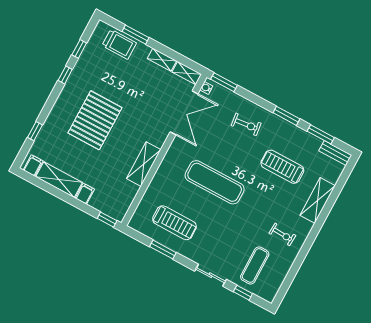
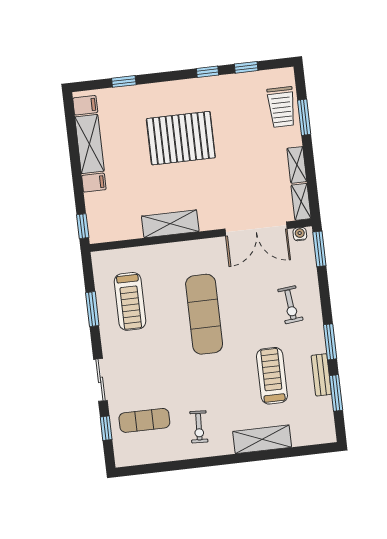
bench: (335, 153) -> (321, 375), moved

